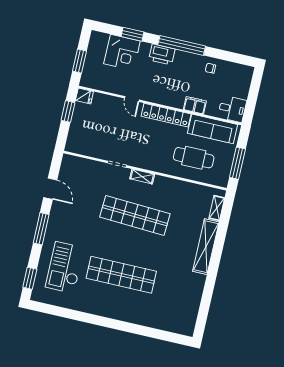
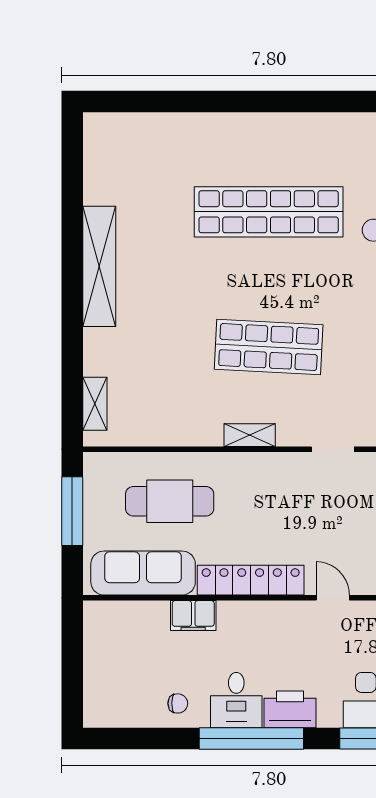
desk: (232, 109) -> (236, 700), moved, turned -90
shelving: (142, 176) -> (250, 435), moved
shop shelf: (135, 215) -> (269, 347), width x0.71
shelving: (206, 247) -> (99, 266), moved

